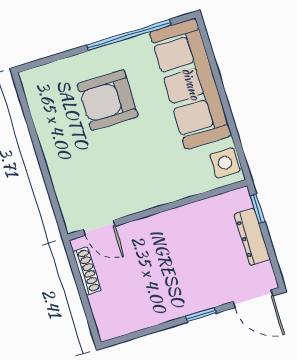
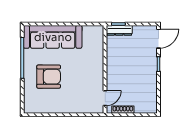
armchair: (108, 100) -> (49, 77), turned -90
side table: (225, 163) -> (93, 32), removed
dresser: (252, 237) -> (119, 30), moved

